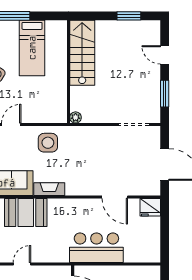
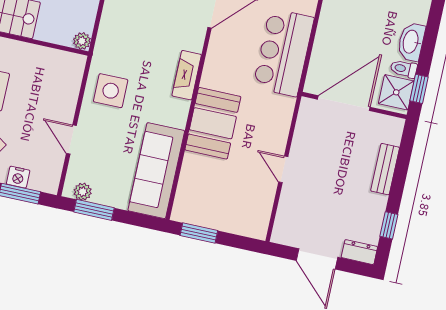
fireplace: (49, 189) -> (187, 75), moved
booth: (26, 213) -> (213, 123), moved

